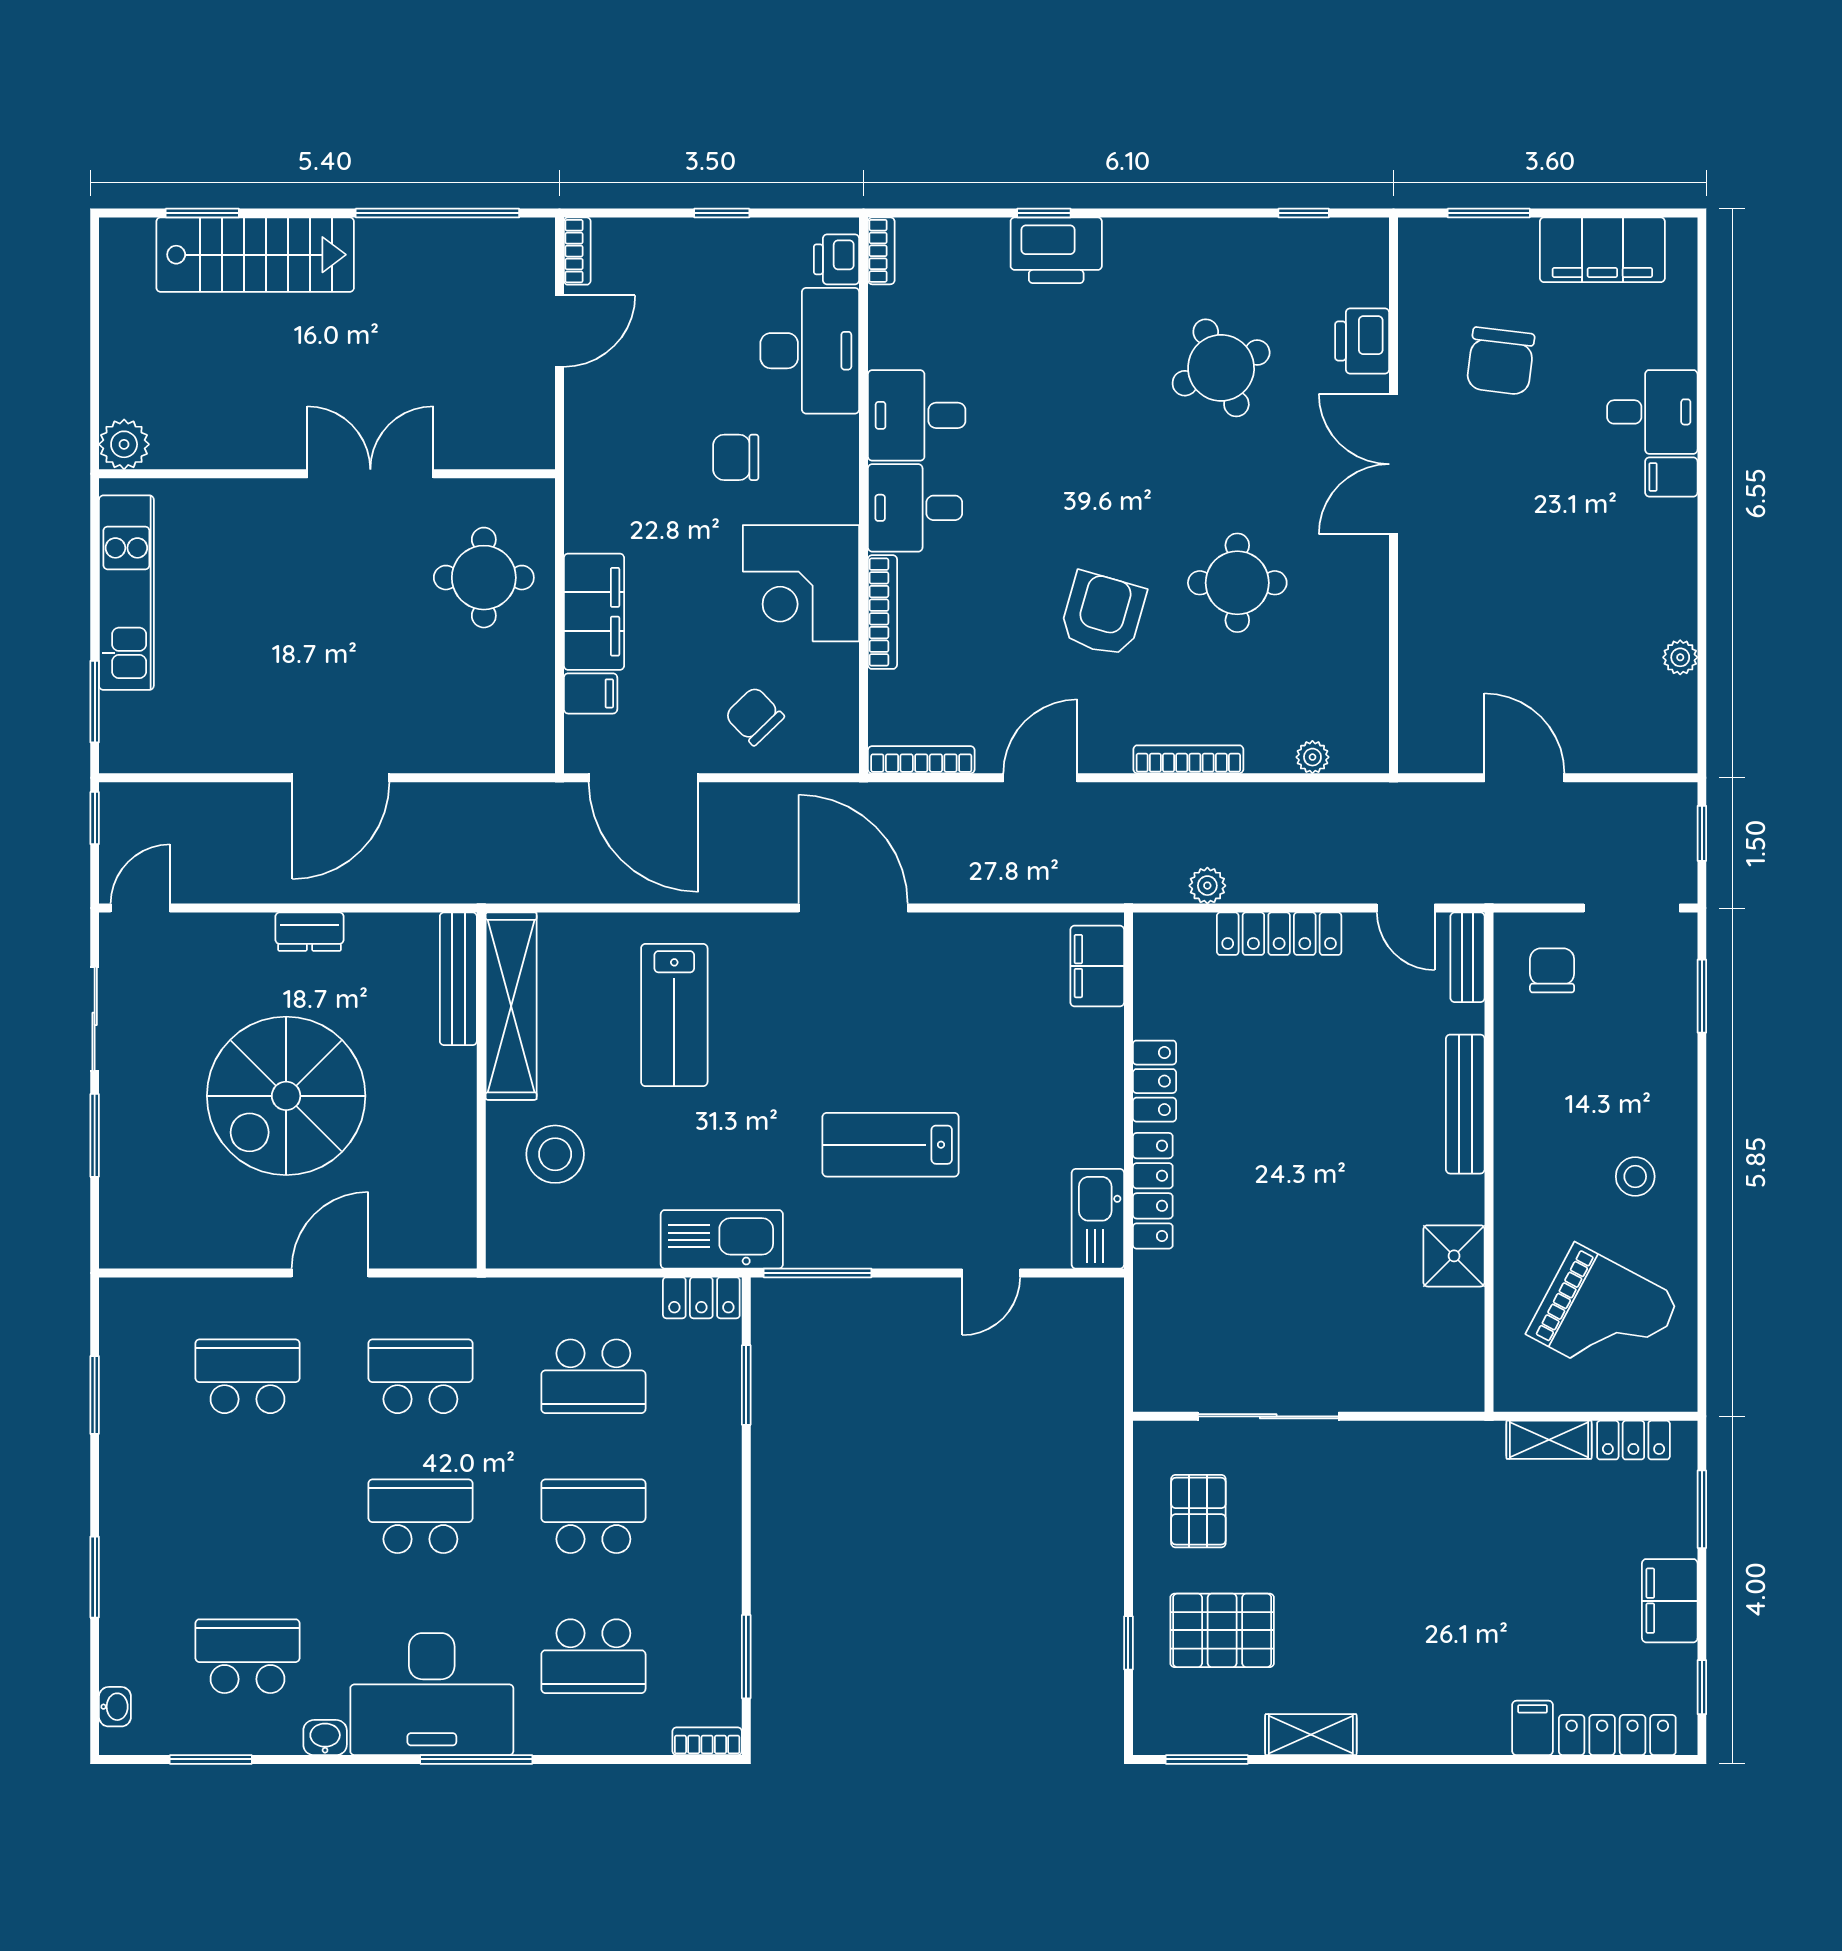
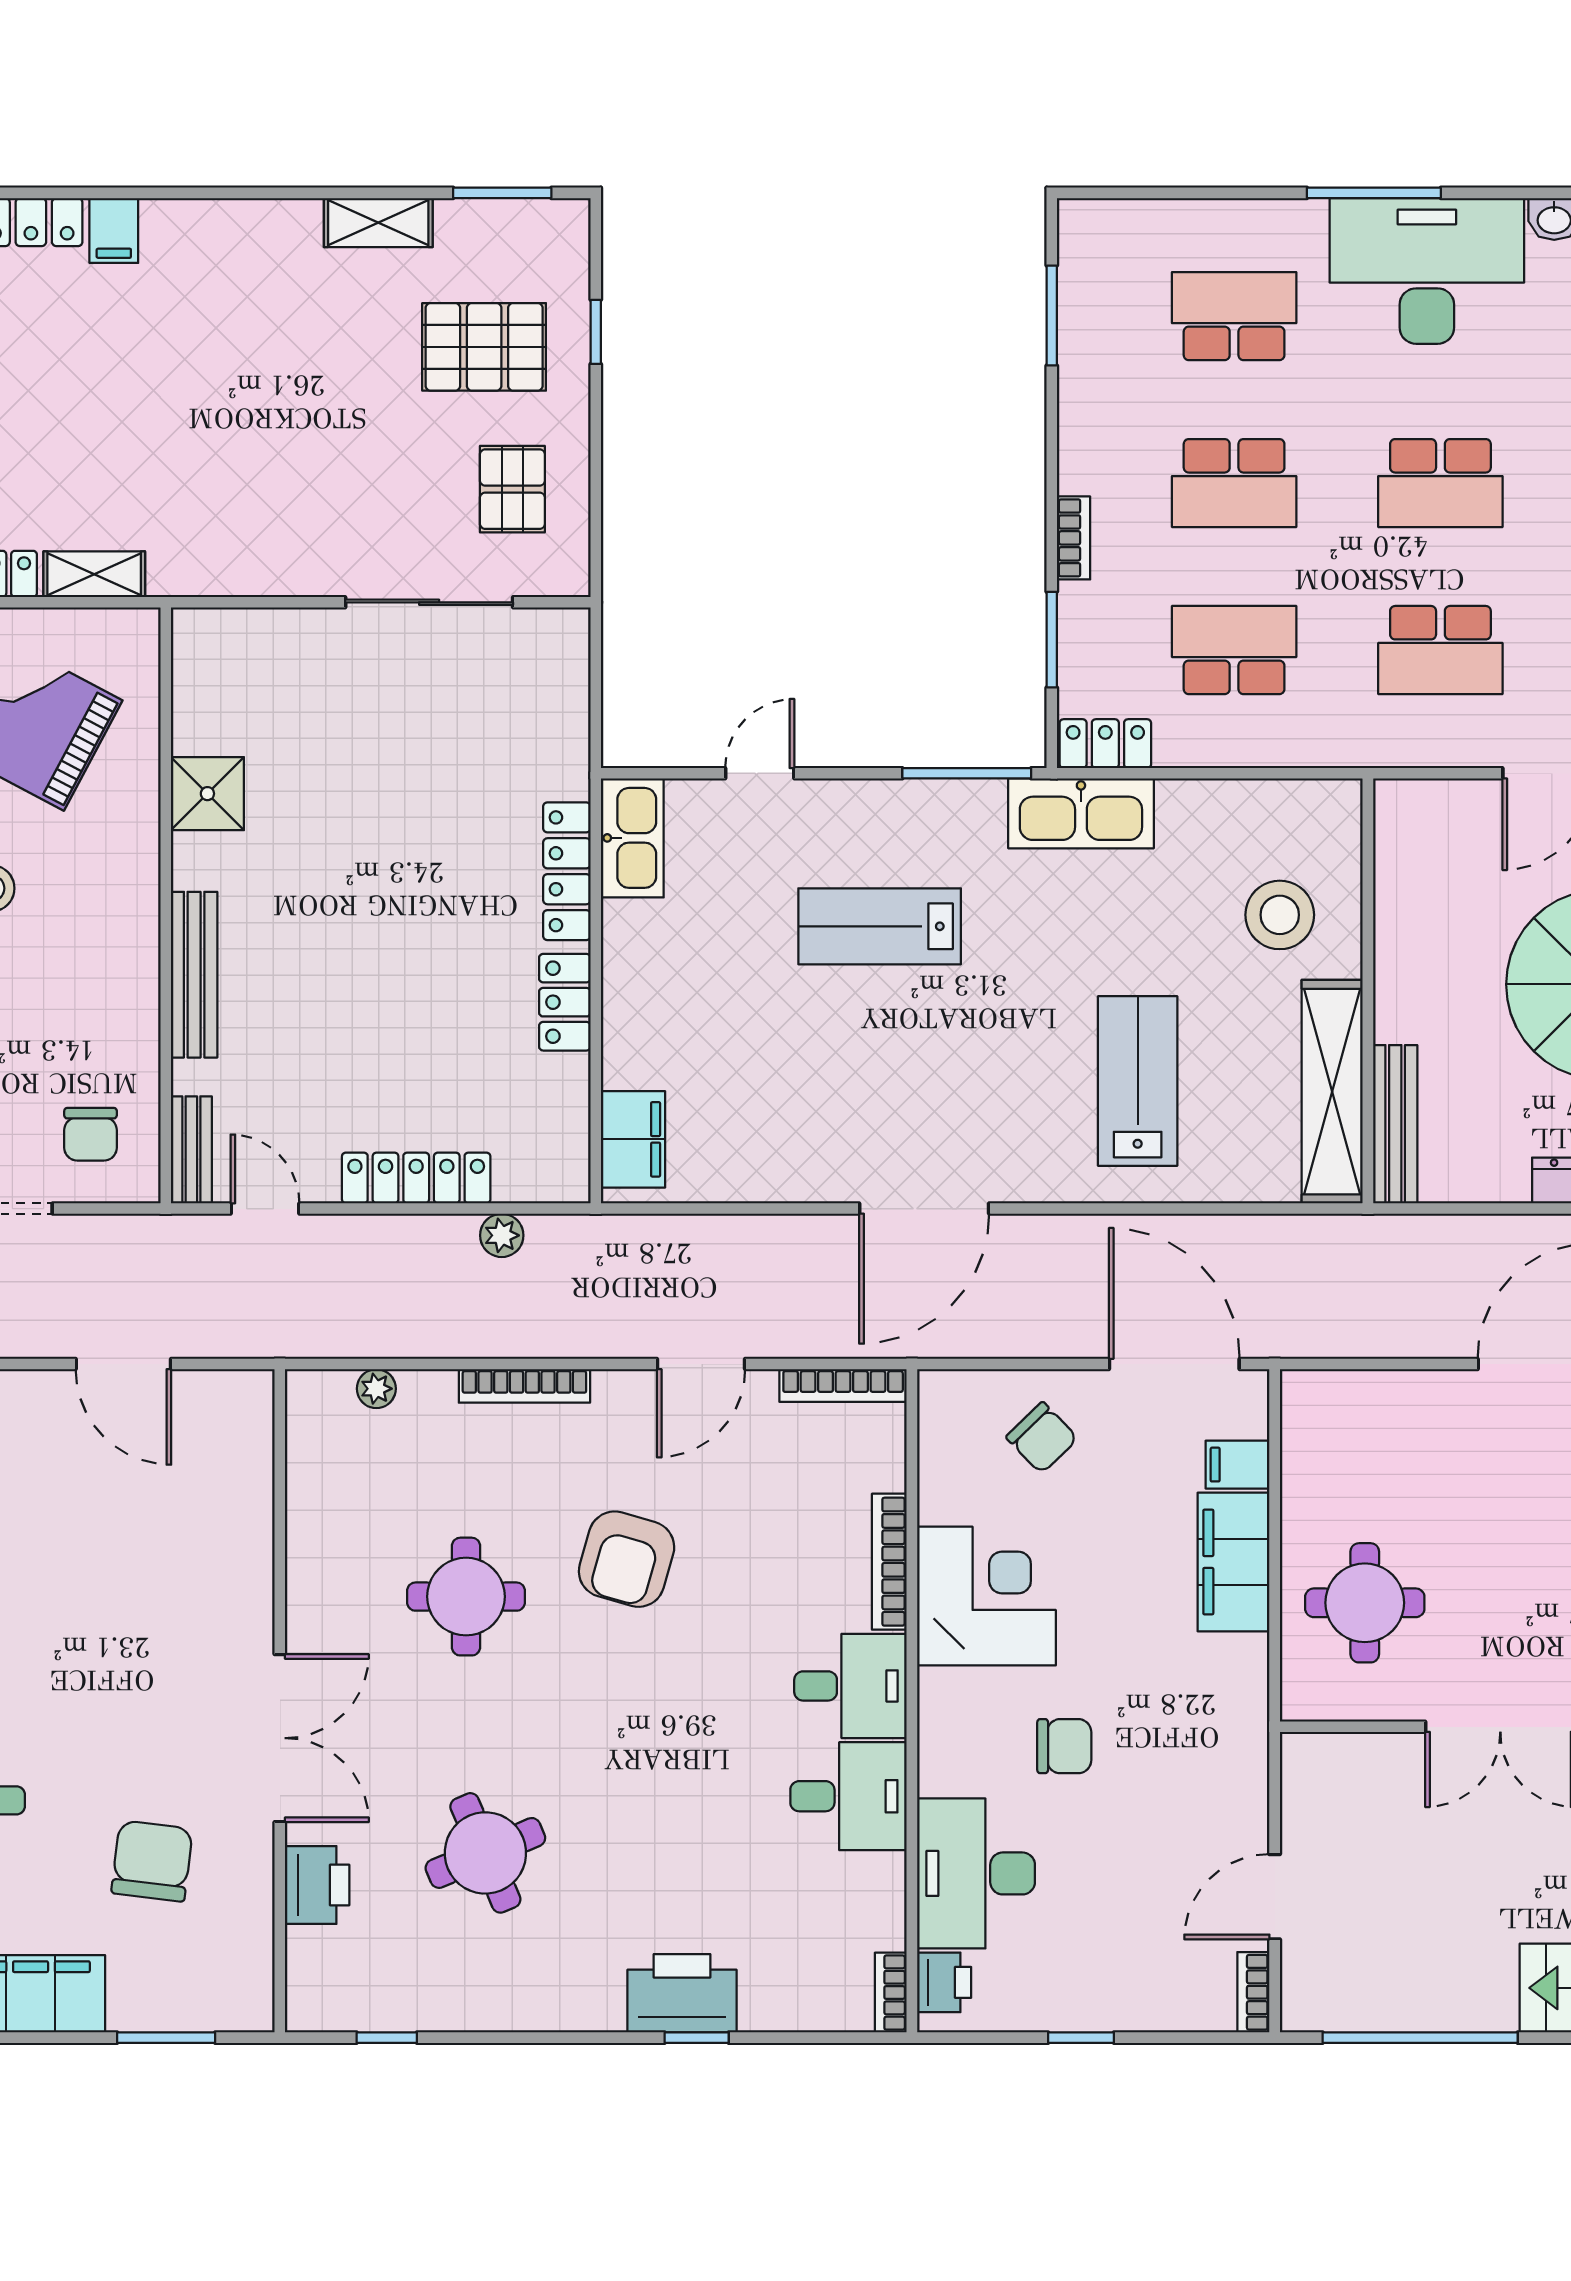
door: (853, 908) -> (924, 1209), hinge flipped
lab bench: (891, 1145) -> (880, 926), turned 180
bookcase: (707, 1741) -> (1074, 538), moved, turned -90

